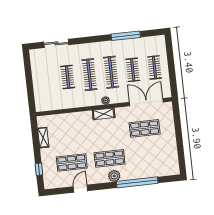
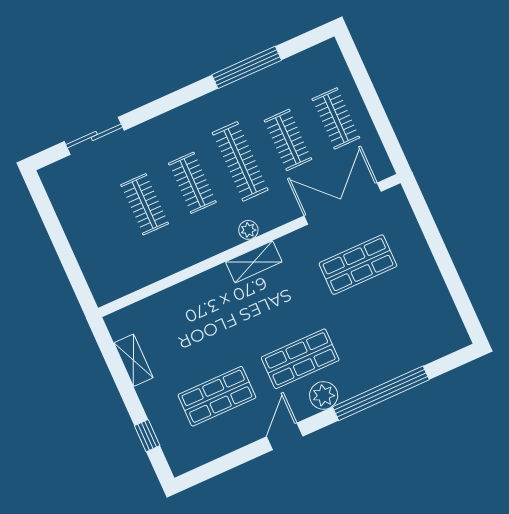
clothes rail: (89, 75) -> (192, 183), width x0.73
door: (80, 189) -> (285, 436), moved

